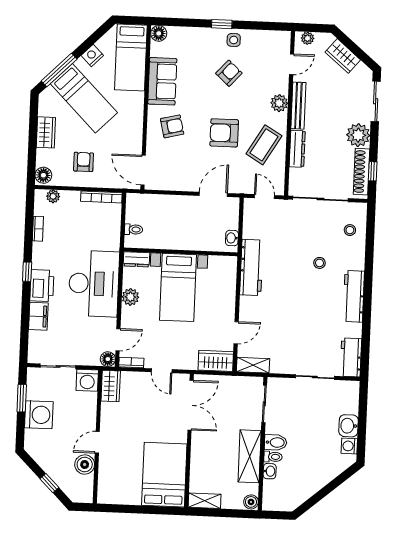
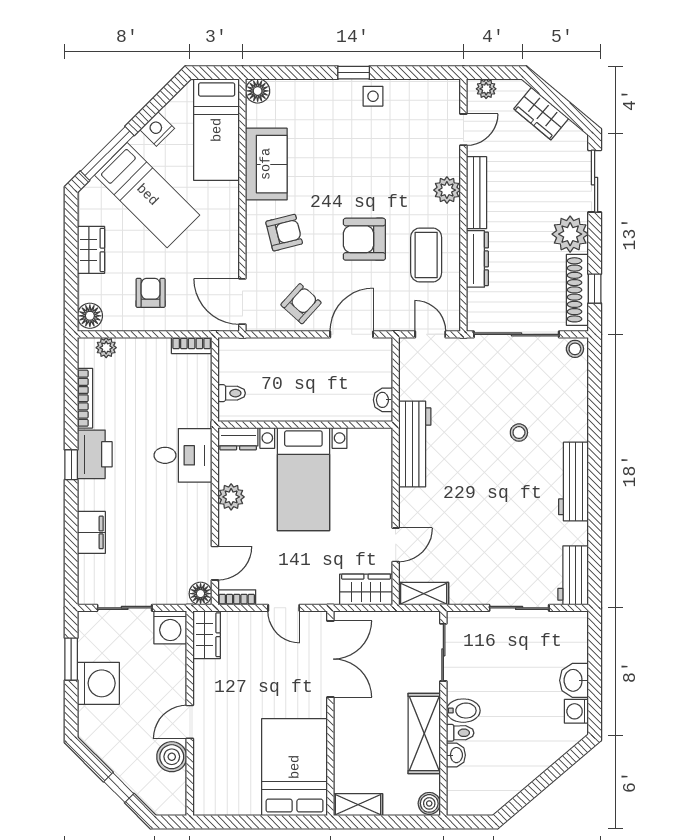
armchair: (229, 73) -> (301, 304), moved
coffee table: (264, 145) -> (426, 255), turned -31
bookcase: (101, 197) -> (192, 345), width x0.64
bookcase: (38, 229) -> (85, 398), width x1.56
stool: (350, 230) -> (575, 349), moved
desk: (94, 284) -> (183, 455), width x0.53, depth x0.77
printer: (42, 286) -> (95, 454), moved

